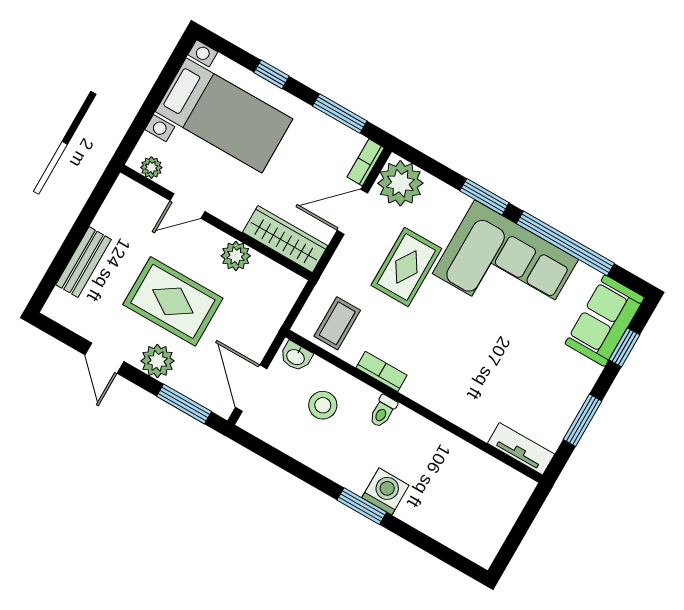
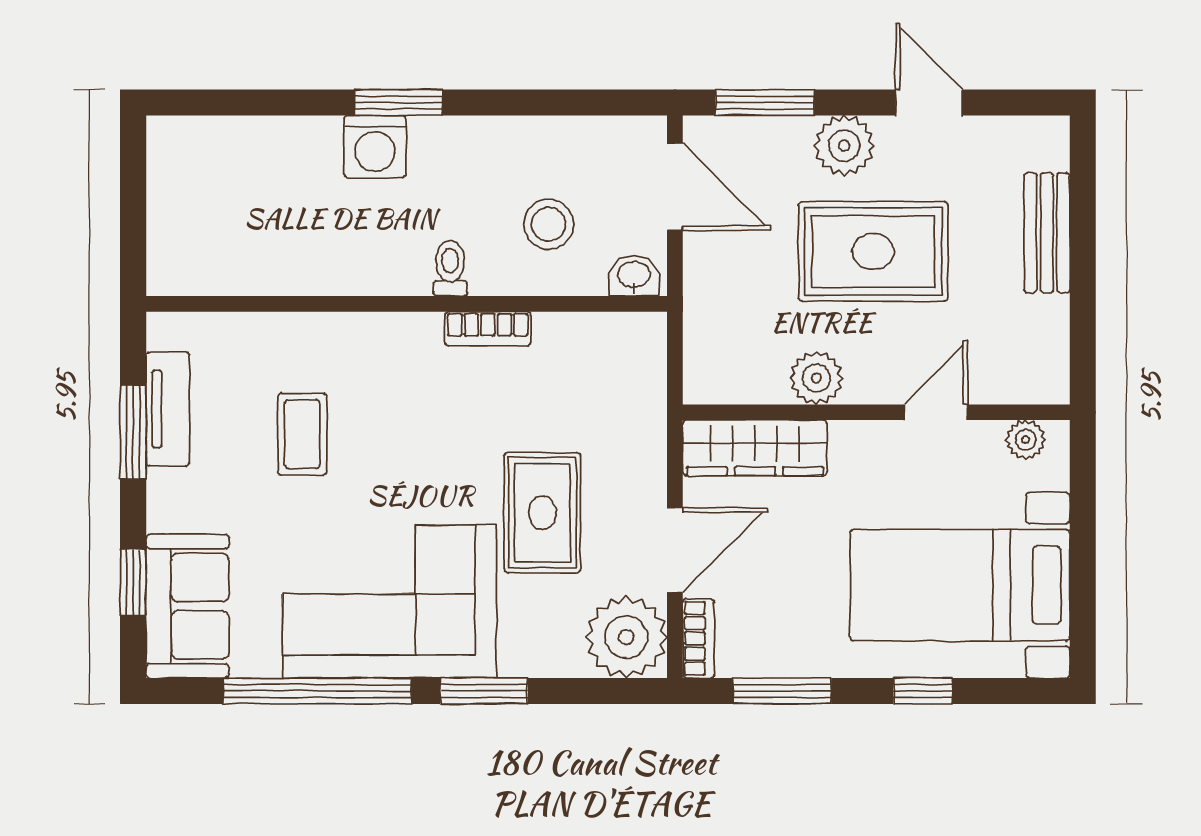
coffee table: (337, 323) -> (302, 434), moved
tv unit: (521, 449) -> (168, 409), moved, turned -90

